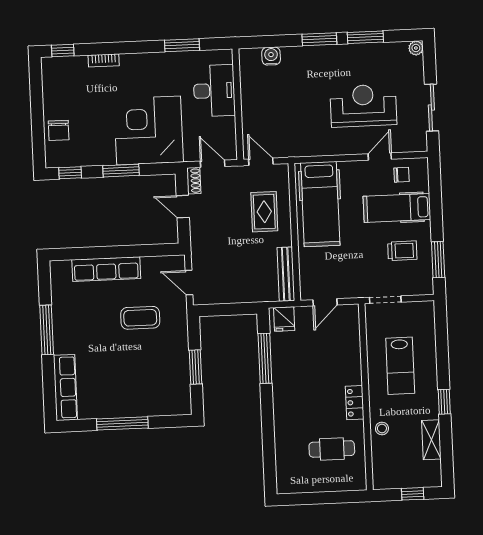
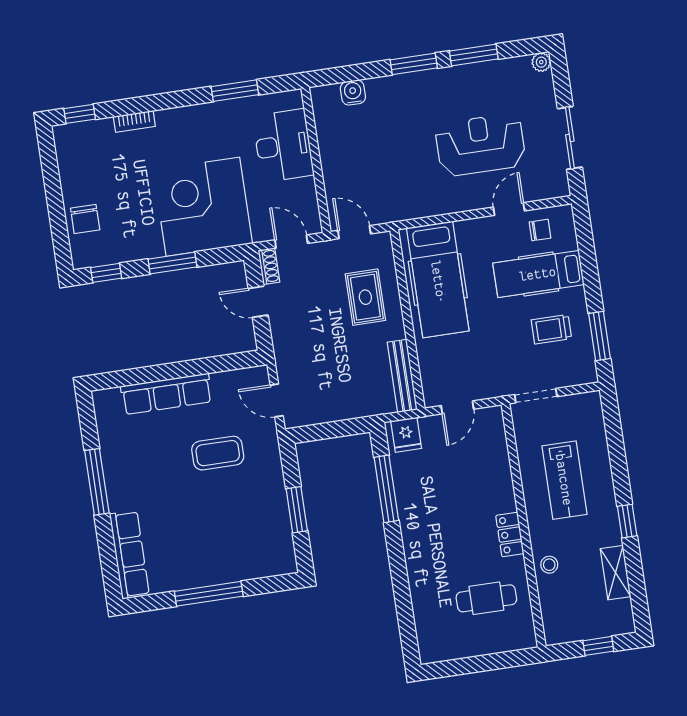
trolley: (402, 251) -> (551, 329), turned 180

